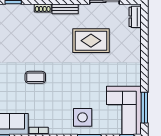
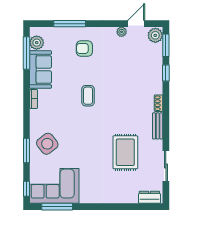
side table: (83, 117) -> (47, 144), turned -38

